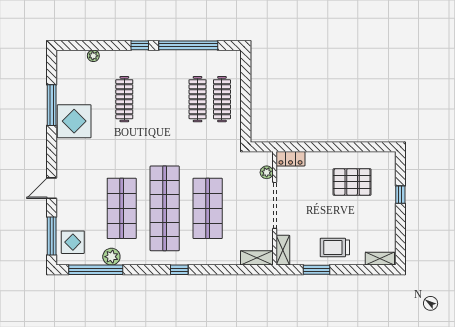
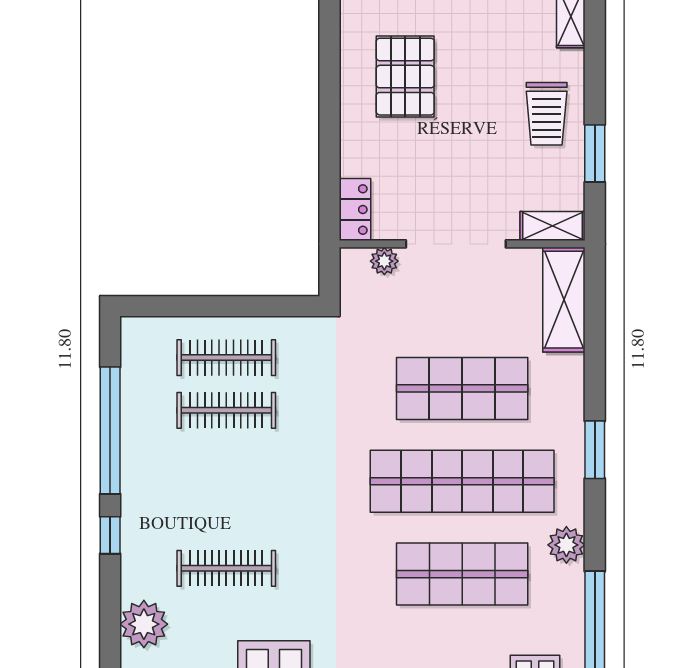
plant: (93, 56) -> (144, 624), width x1.88, depth x1.88
plant: (111, 257) -> (566, 545), moved
shelving: (257, 258) -> (564, 300), width x1.50, depth x1.33
window: (179, 270) -> (595, 450), width x1.50

